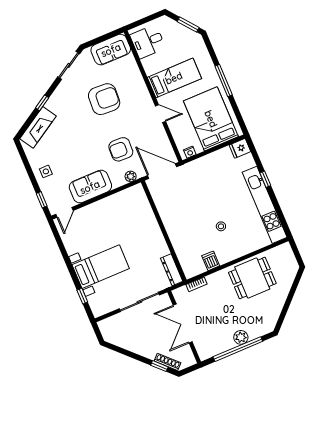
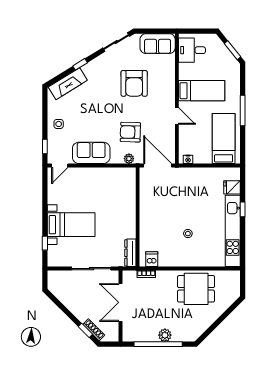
armchair: (104, 99) -> (134, 83), turned 87
bed: (211, 119) -> (224, 139), width x0.67
fridge: (240, 148) -> (232, 187), moved
dishwasher: (211, 261) -> (152, 259), moved

